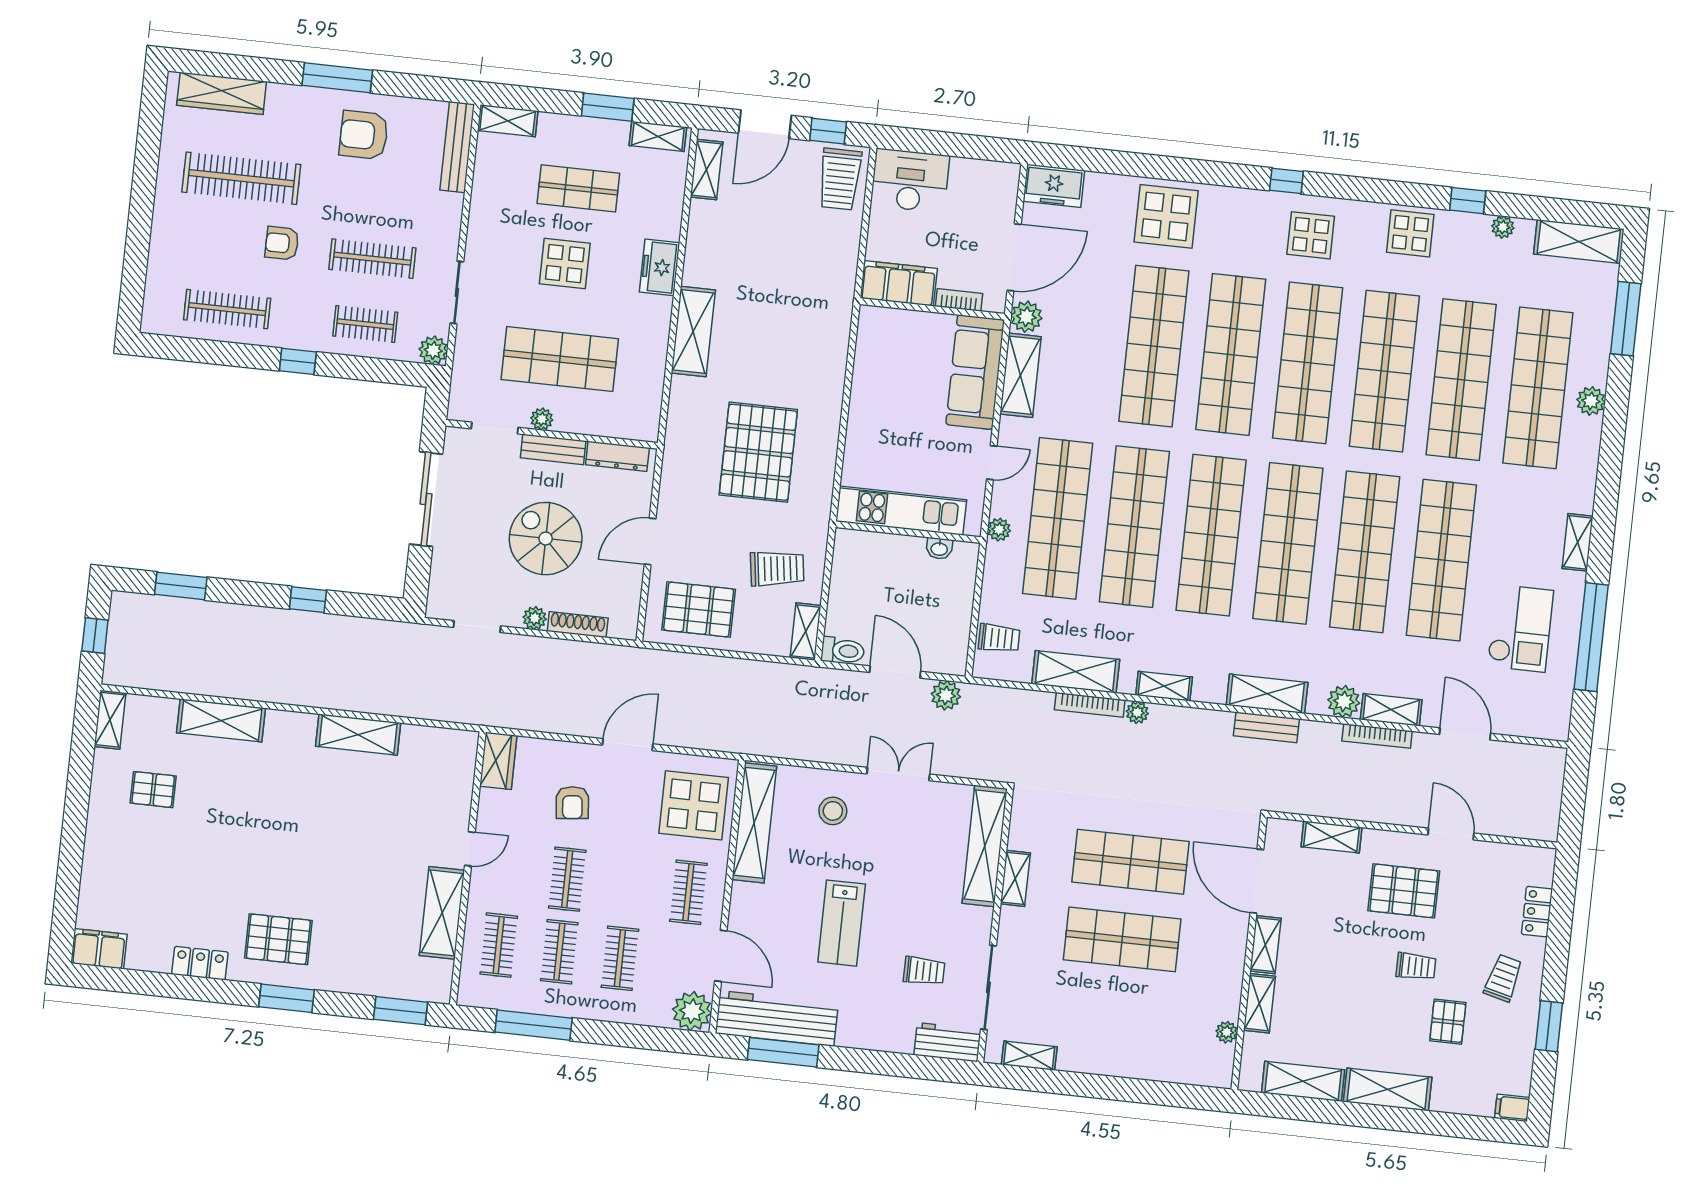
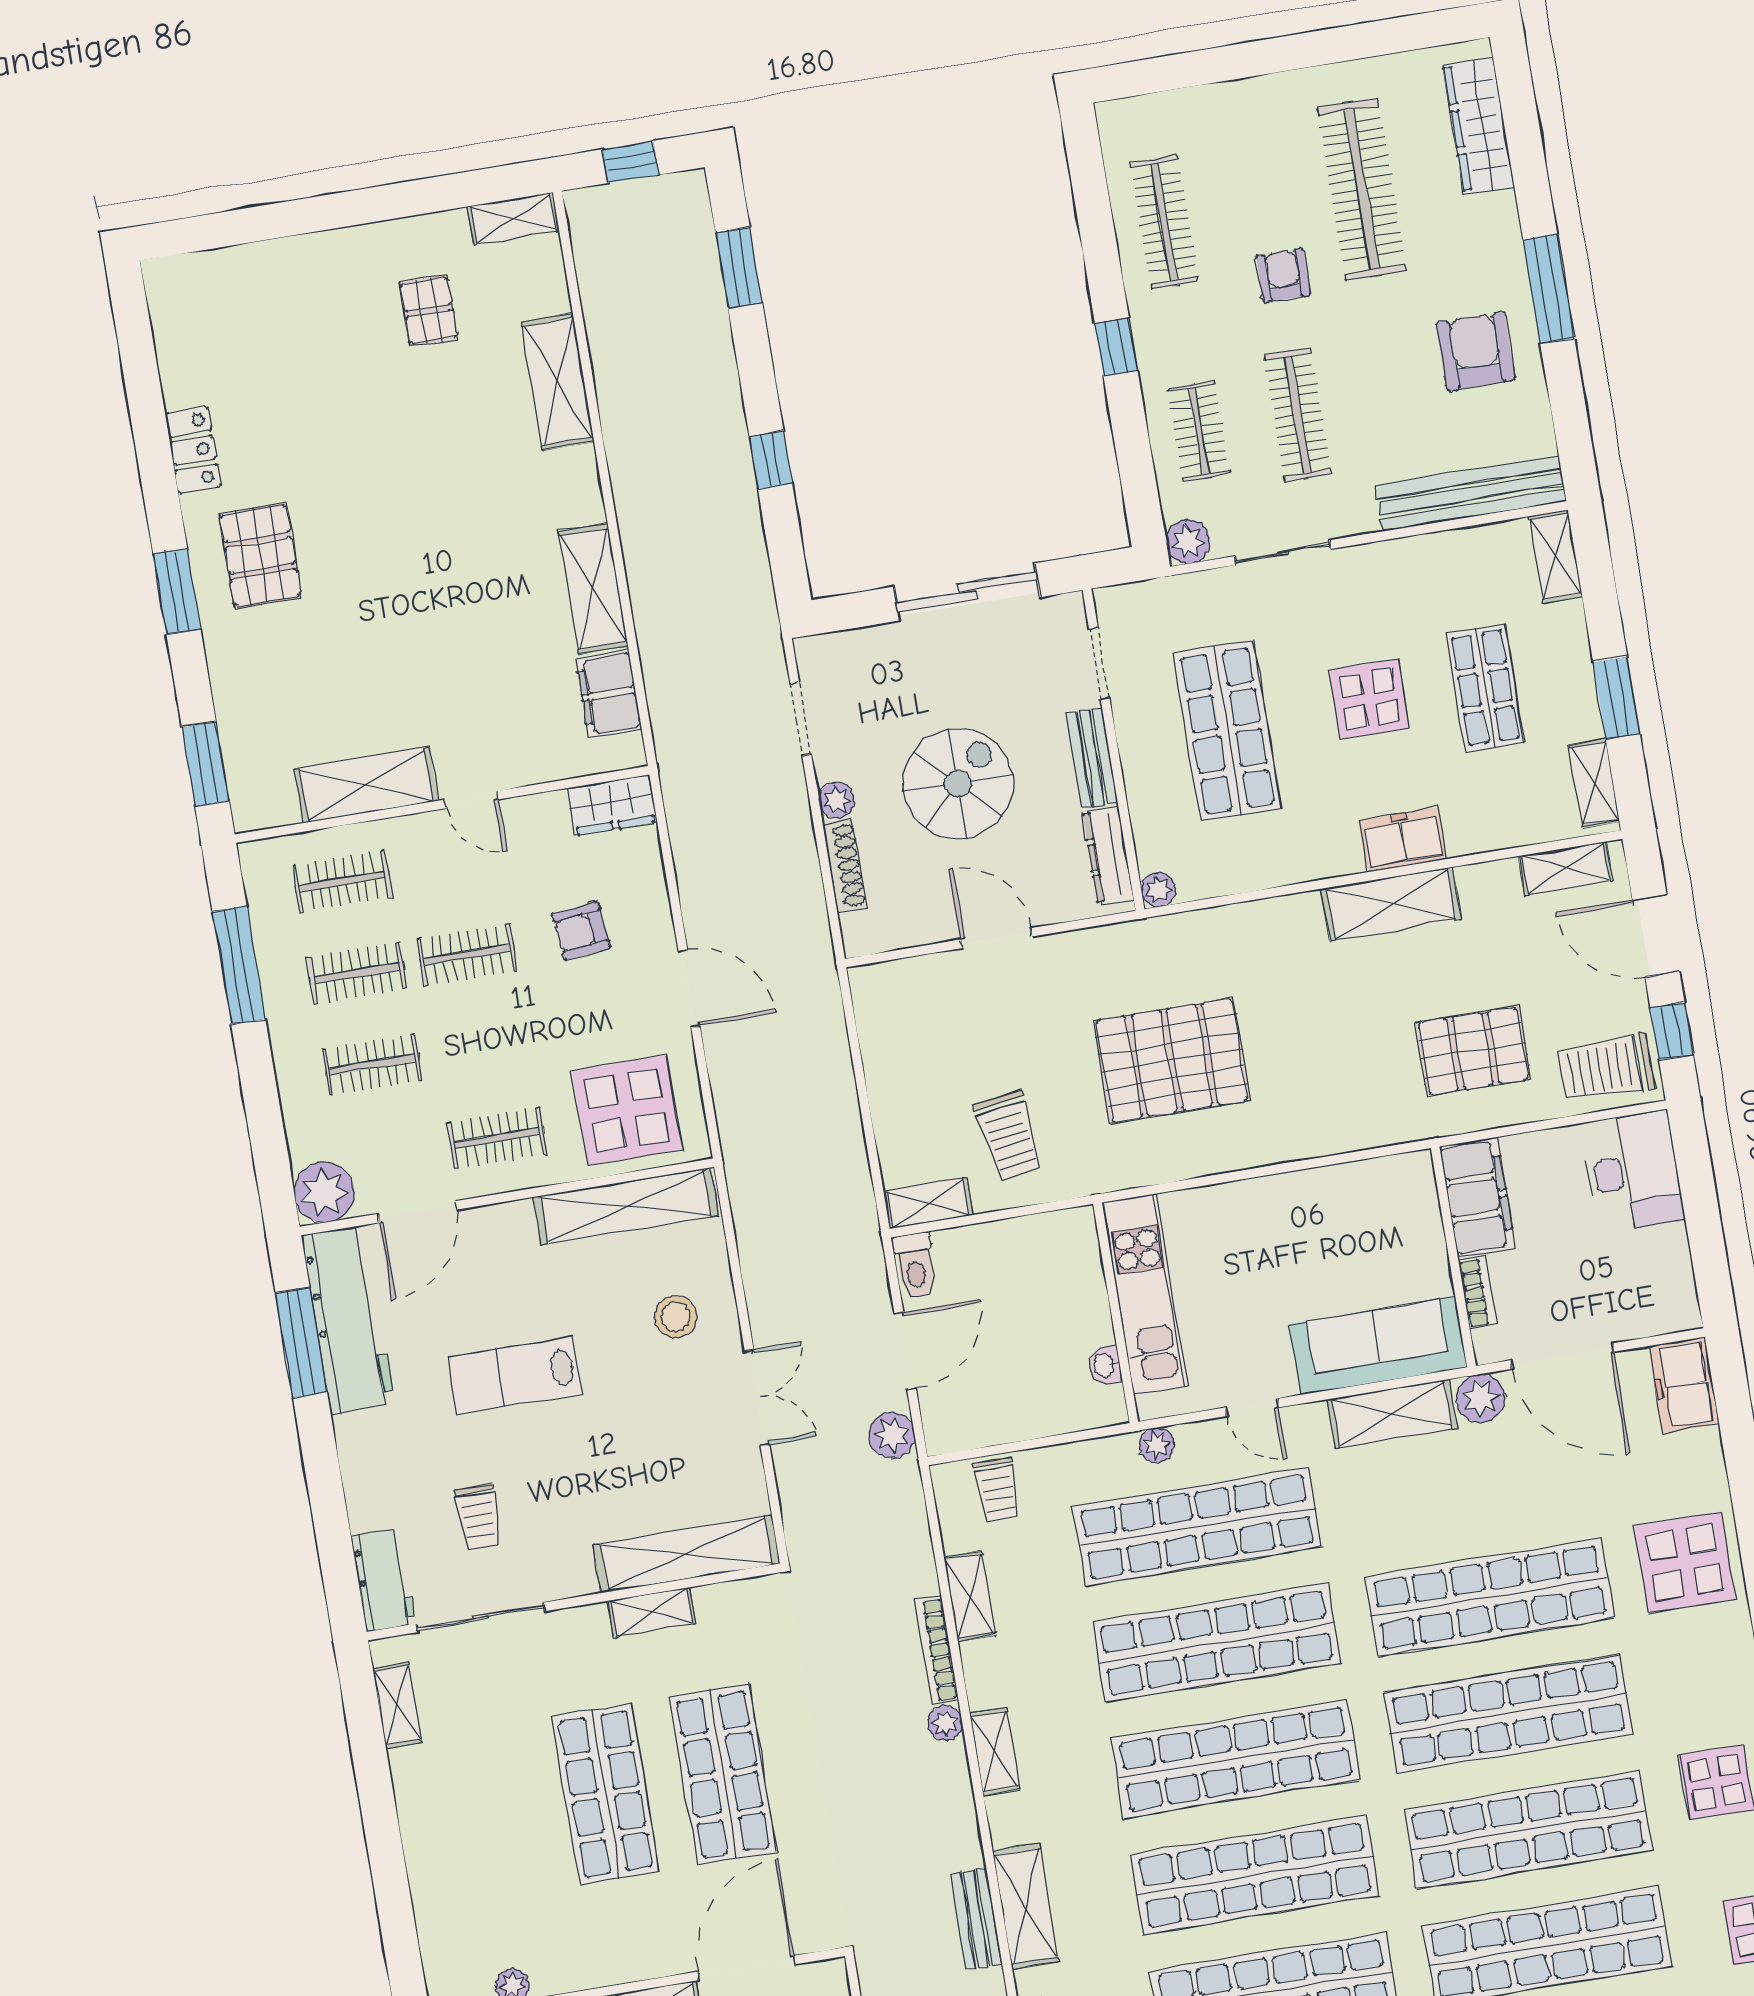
bench: (457, 147) -> (1471, 494), width x1.37, depth x1.21
shelving: (693, 332) -> (1391, 904), moved
plant: (542, 419) -> (1158, 890), moved
pallet: (699, 610) -> (1473, 1051), moved, turned 90
shelving: (1076, 672) -> (970, 1596), width x0.67, depth x0.75
filing cabinet: (99, 949) -> (609, 694), moved, turned 180

